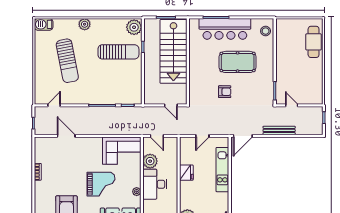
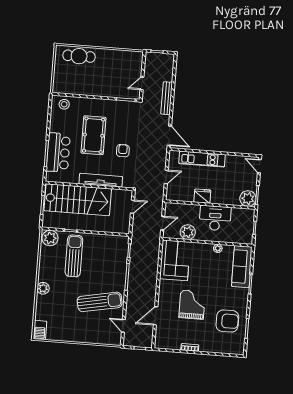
bar counter: (225, 29) -> (58, 153), width x0.73
sun lounger: (67, 61) -> (100, 302), moved
tv unit: (194, 72) -> (101, 180), added
door: (202, 136) -> (166, 177), hinge flipped
grand piano: (101, 184) -> (192, 305), moved
desk: (155, 184) -> (215, 218), moved, turned 180

